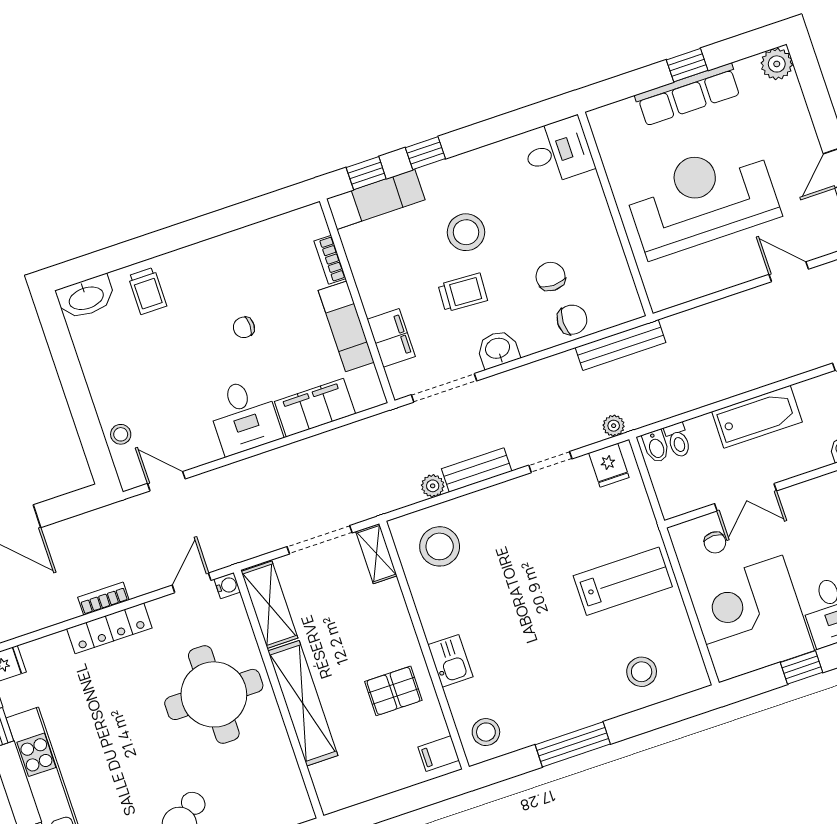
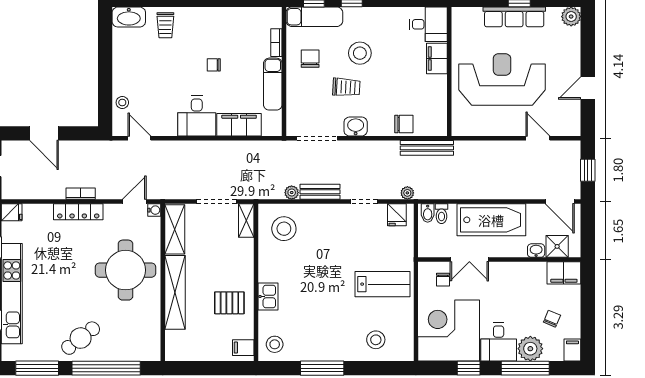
chair: (551, 277) -> (310, 59), moved
filing cabinet: (391, 338) -> (437, 59), moved, turned 180
bathtub: (757, 417) -> (491, 220), width x1.36, depth x1.36

